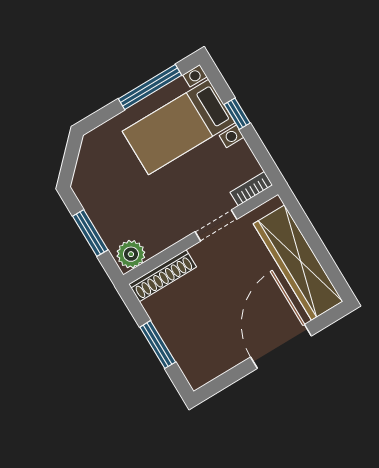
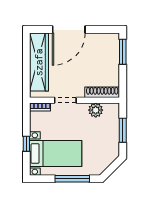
window: (150, 87) -> (72, 179), moved
plant: (131, 254) -> (96, 110), moved
window: (158, 345) -> (123, 52), moved

